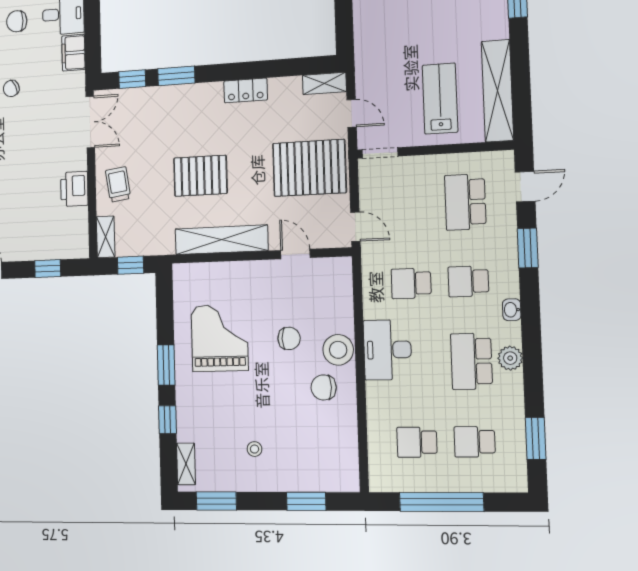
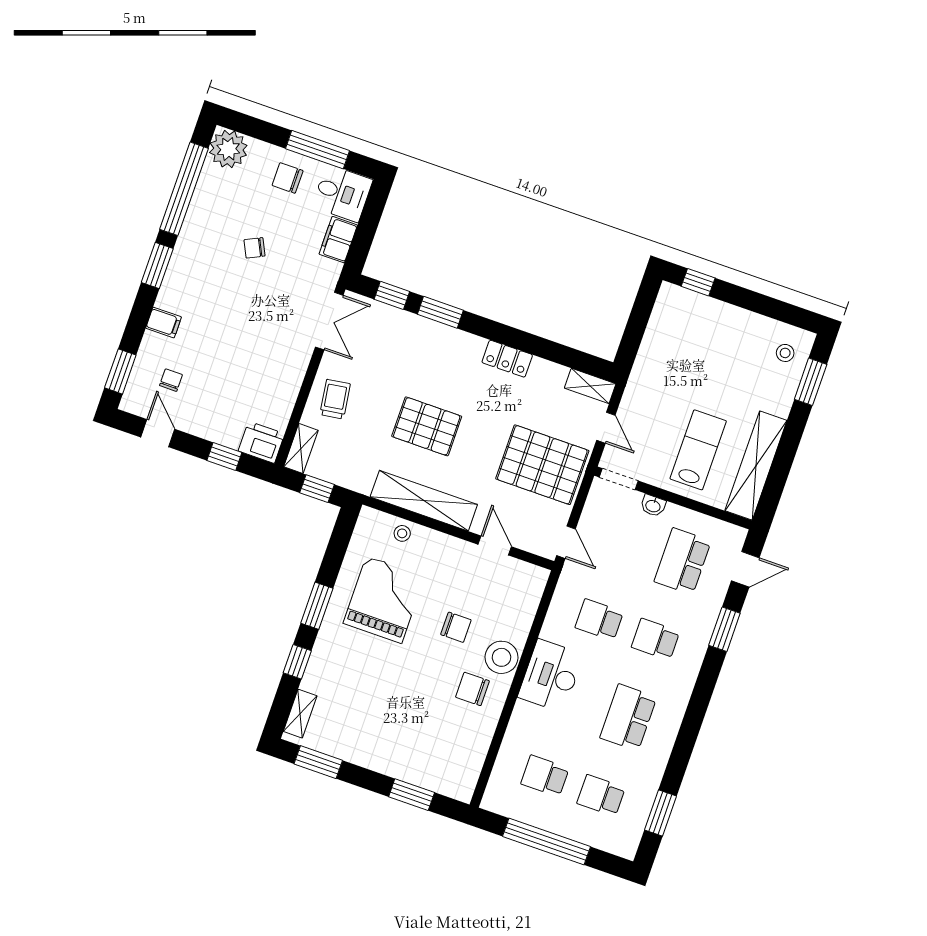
printer: (74, 189) -> (261, 442), moved, turned 90
washbasin: (512, 310) -> (653, 506), moved, turned -90
plant: (510, 358) -> (666, 728), removed
stool: (255, 449) -> (402, 533), moved

